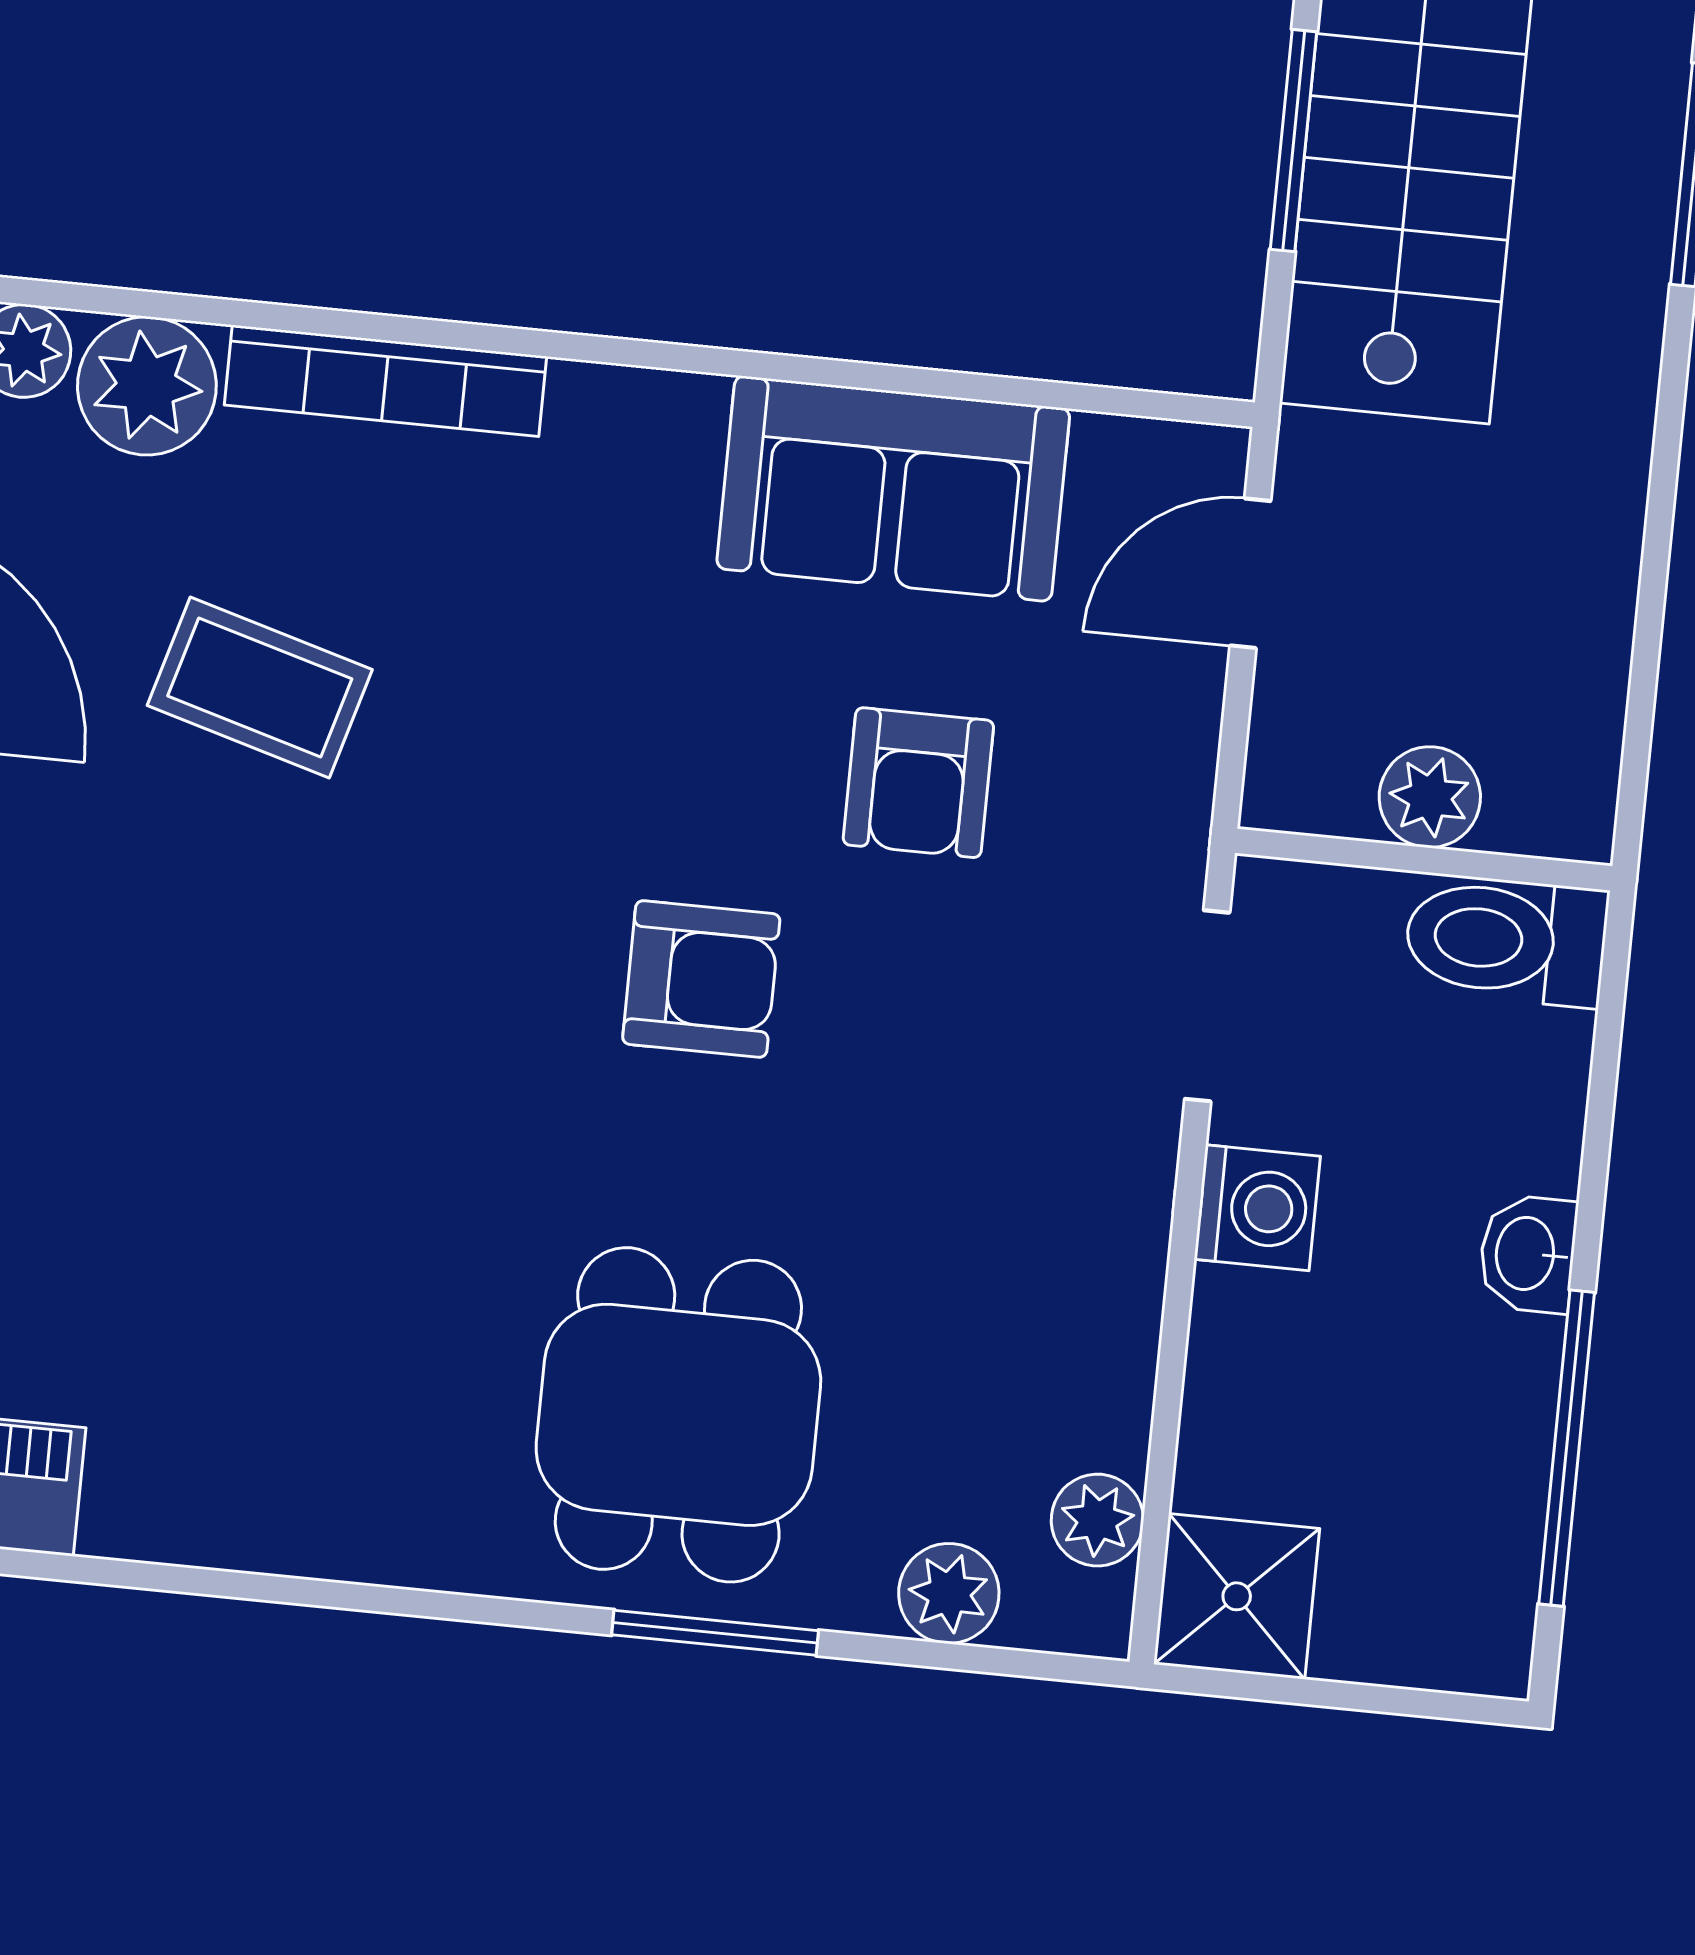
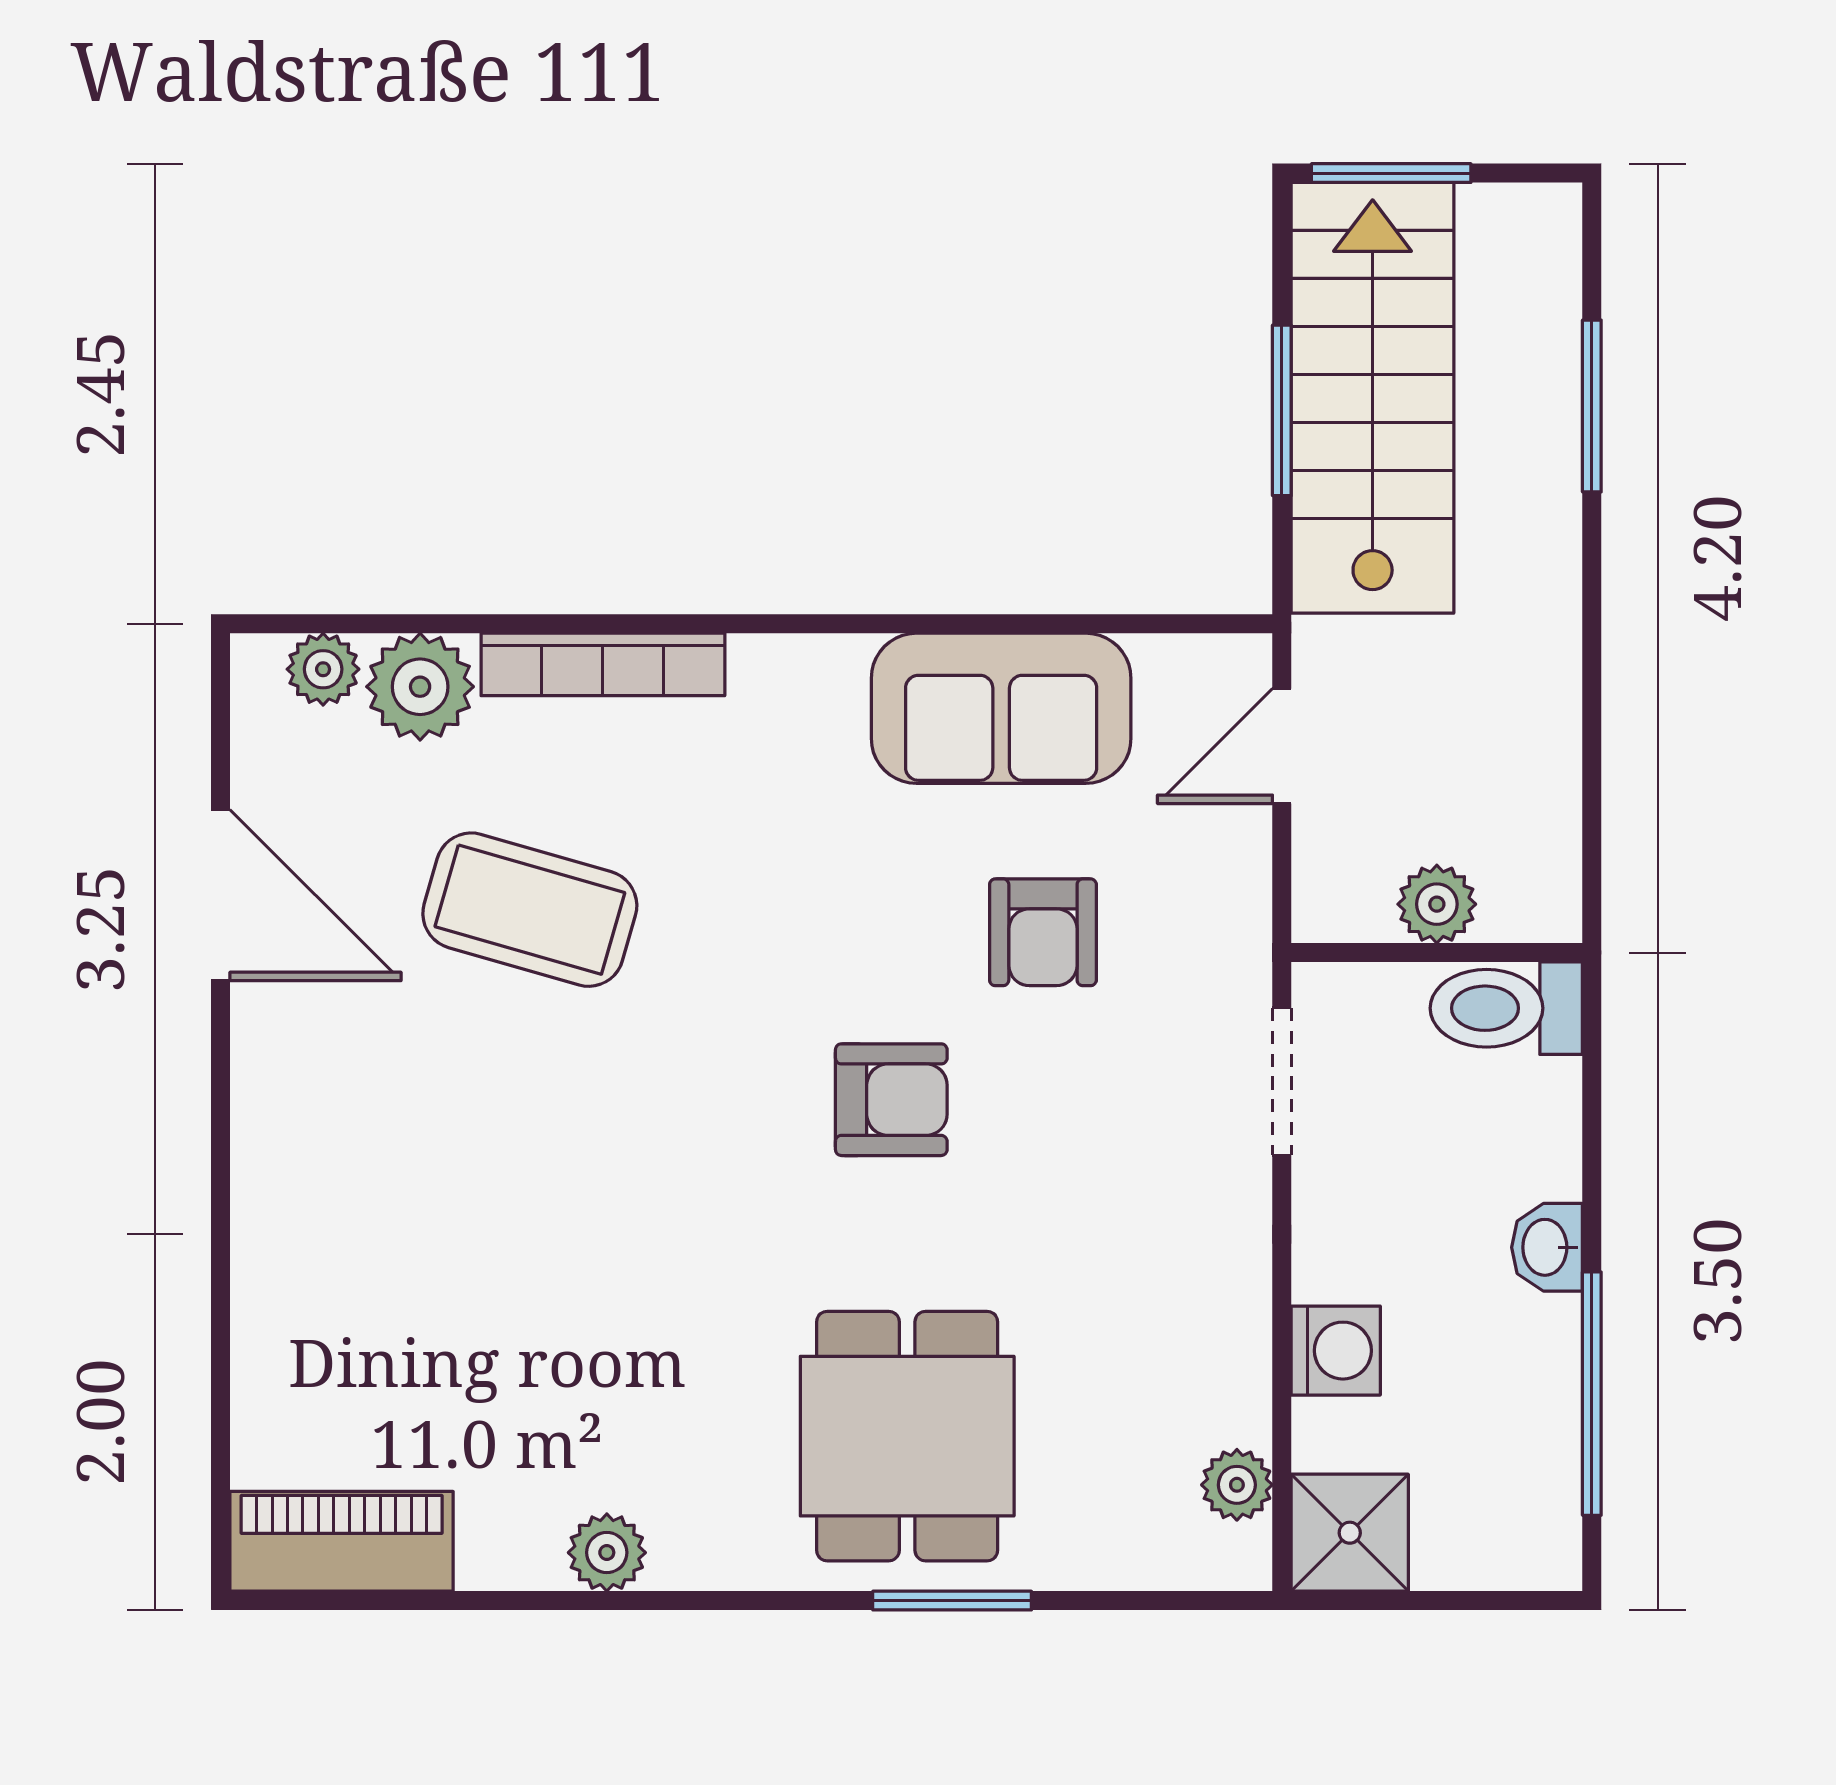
coffee table: (260, 687) -> (530, 910), width x1.36, depth x1.30
washing machine: (1257, 1208) -> (1336, 1351), moved
plant: (949, 1593) -> (607, 1553), moved

